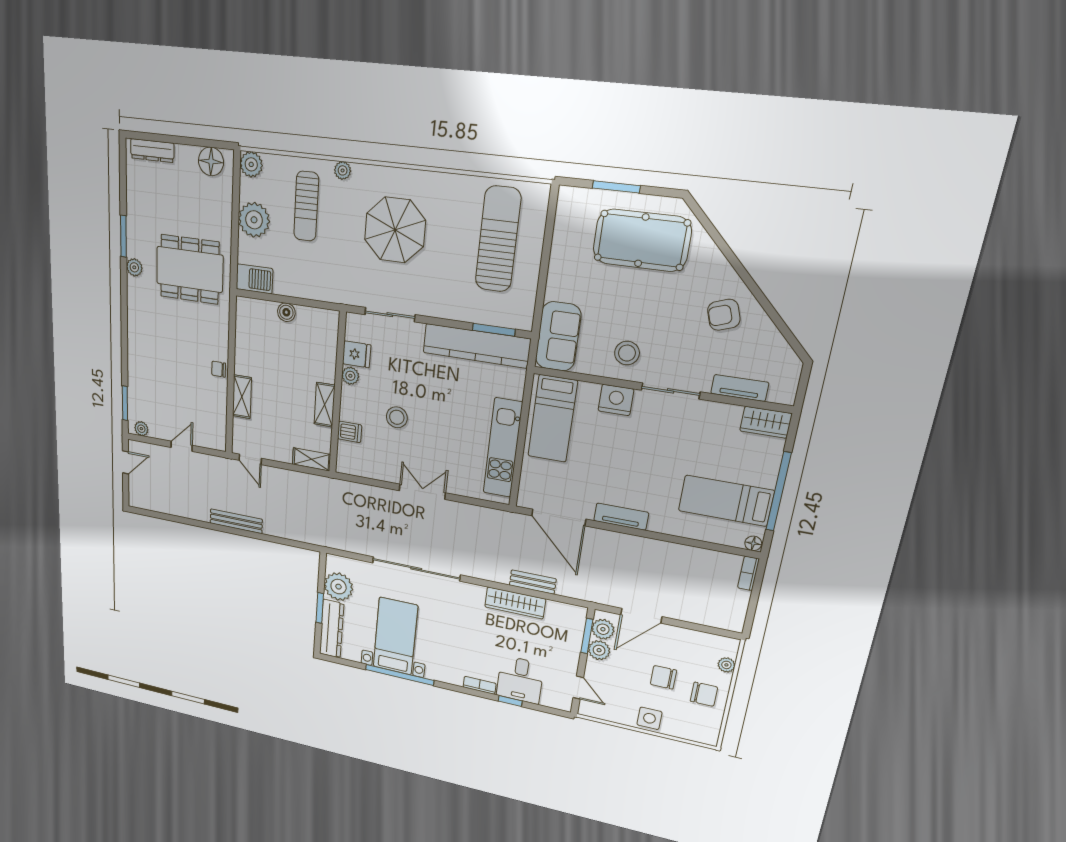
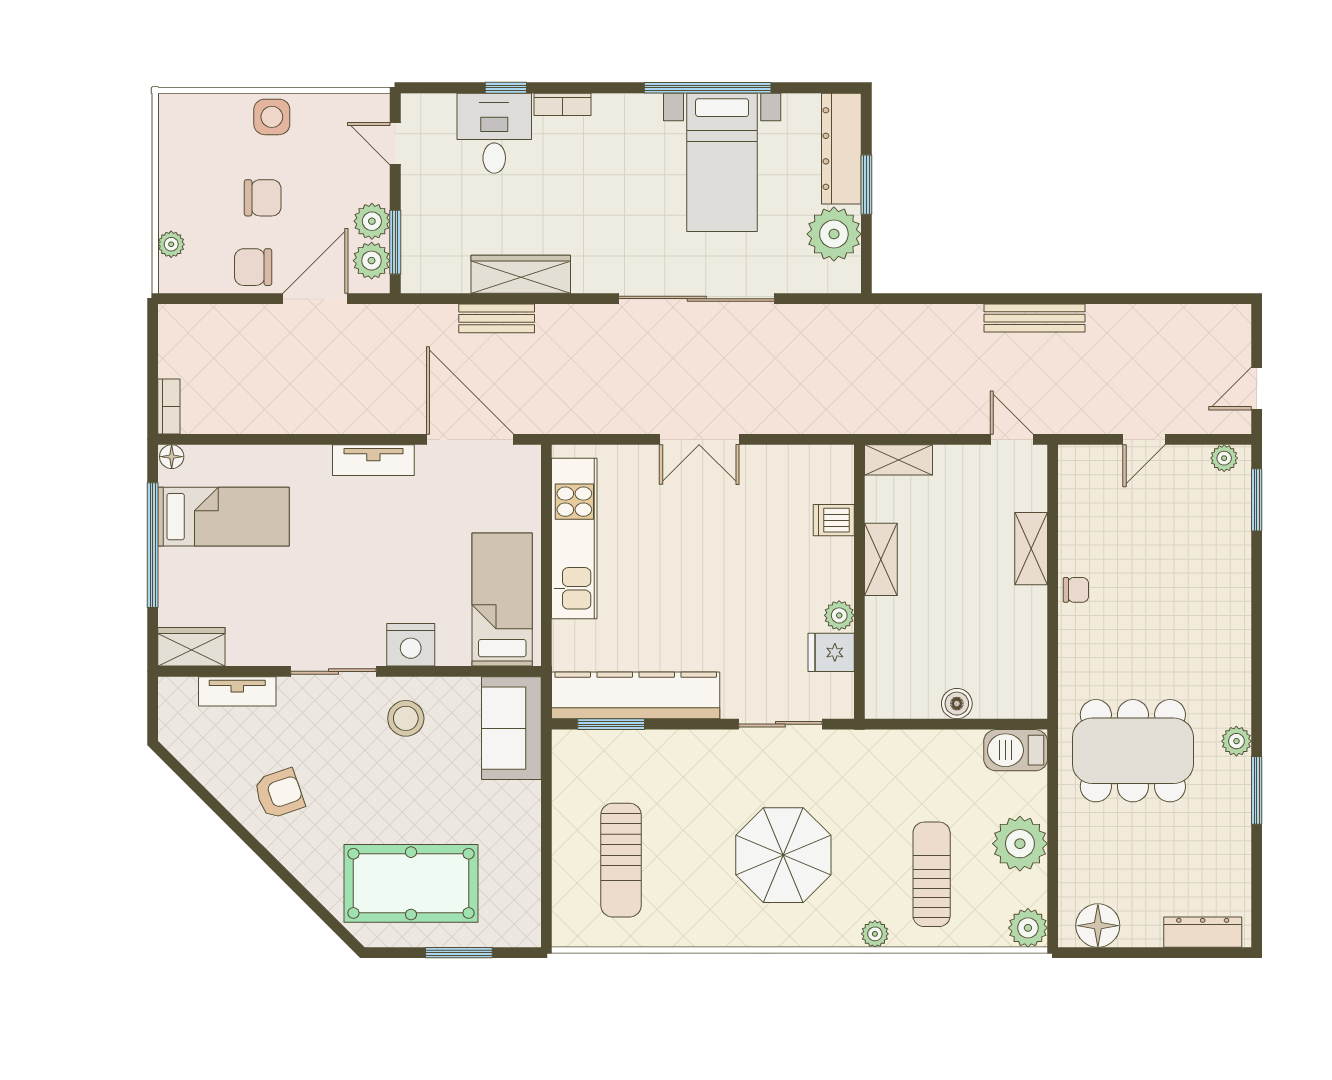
sun lounger: (498, 239) -> (621, 860), width x0.73, depth x0.75
stool: (397, 417) -> (754, 559), removed
chair: (704, 694) -> (253, 267), moved

